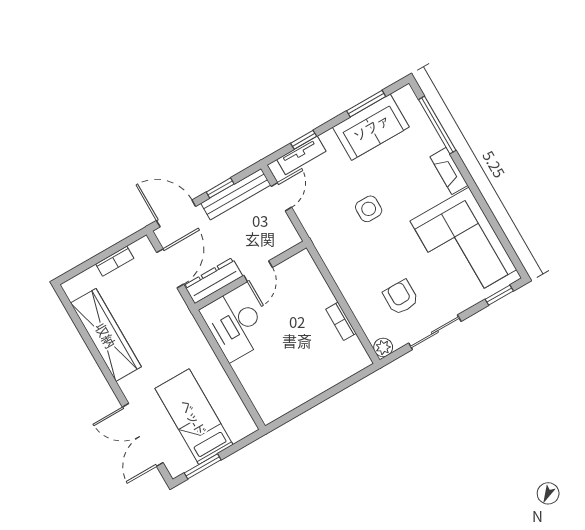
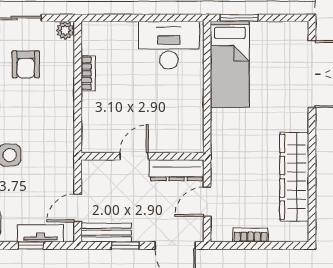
bench: (236, 194) -> (106, 233), width x0.73
door: (170, 268) -> (207, 202), width x0.73
desk: (235, 325) -> (169, 45), moved, turned -90
bed: (194, 417) -> (230, 64), moved
window: (203, 466) -> (239, 18), moved

